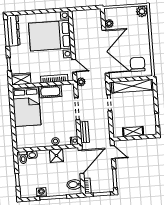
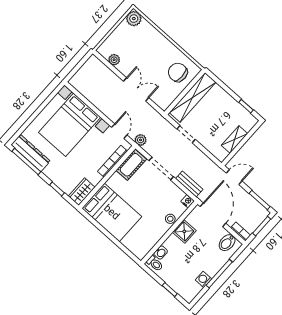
double door: (105, 52) -> (136, 89), width x0.54
door: (74, 66) -> (119, 131), hinge flipped
cot: (50, 91) -> (131, 165), moved

